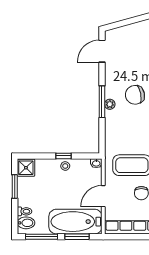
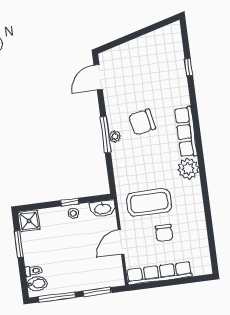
washbasin: (96, 163) -> (103, 209), width x1.91, depth x1.45
bathtub: (75, 222) -> (93, 275), removed

